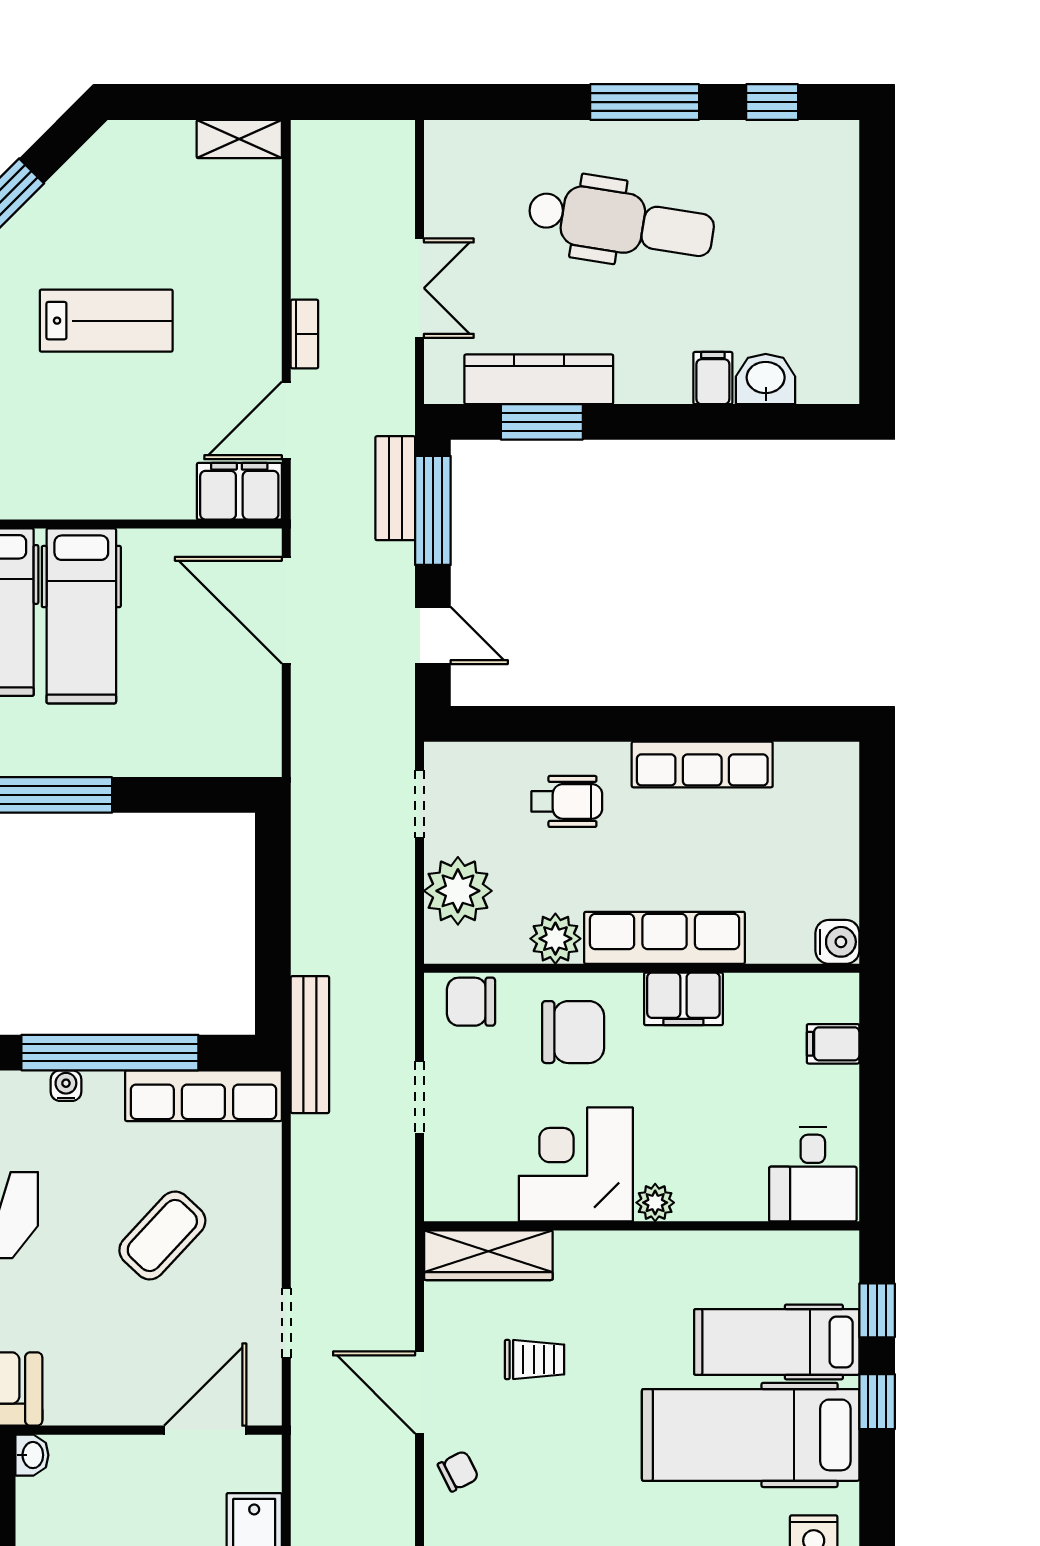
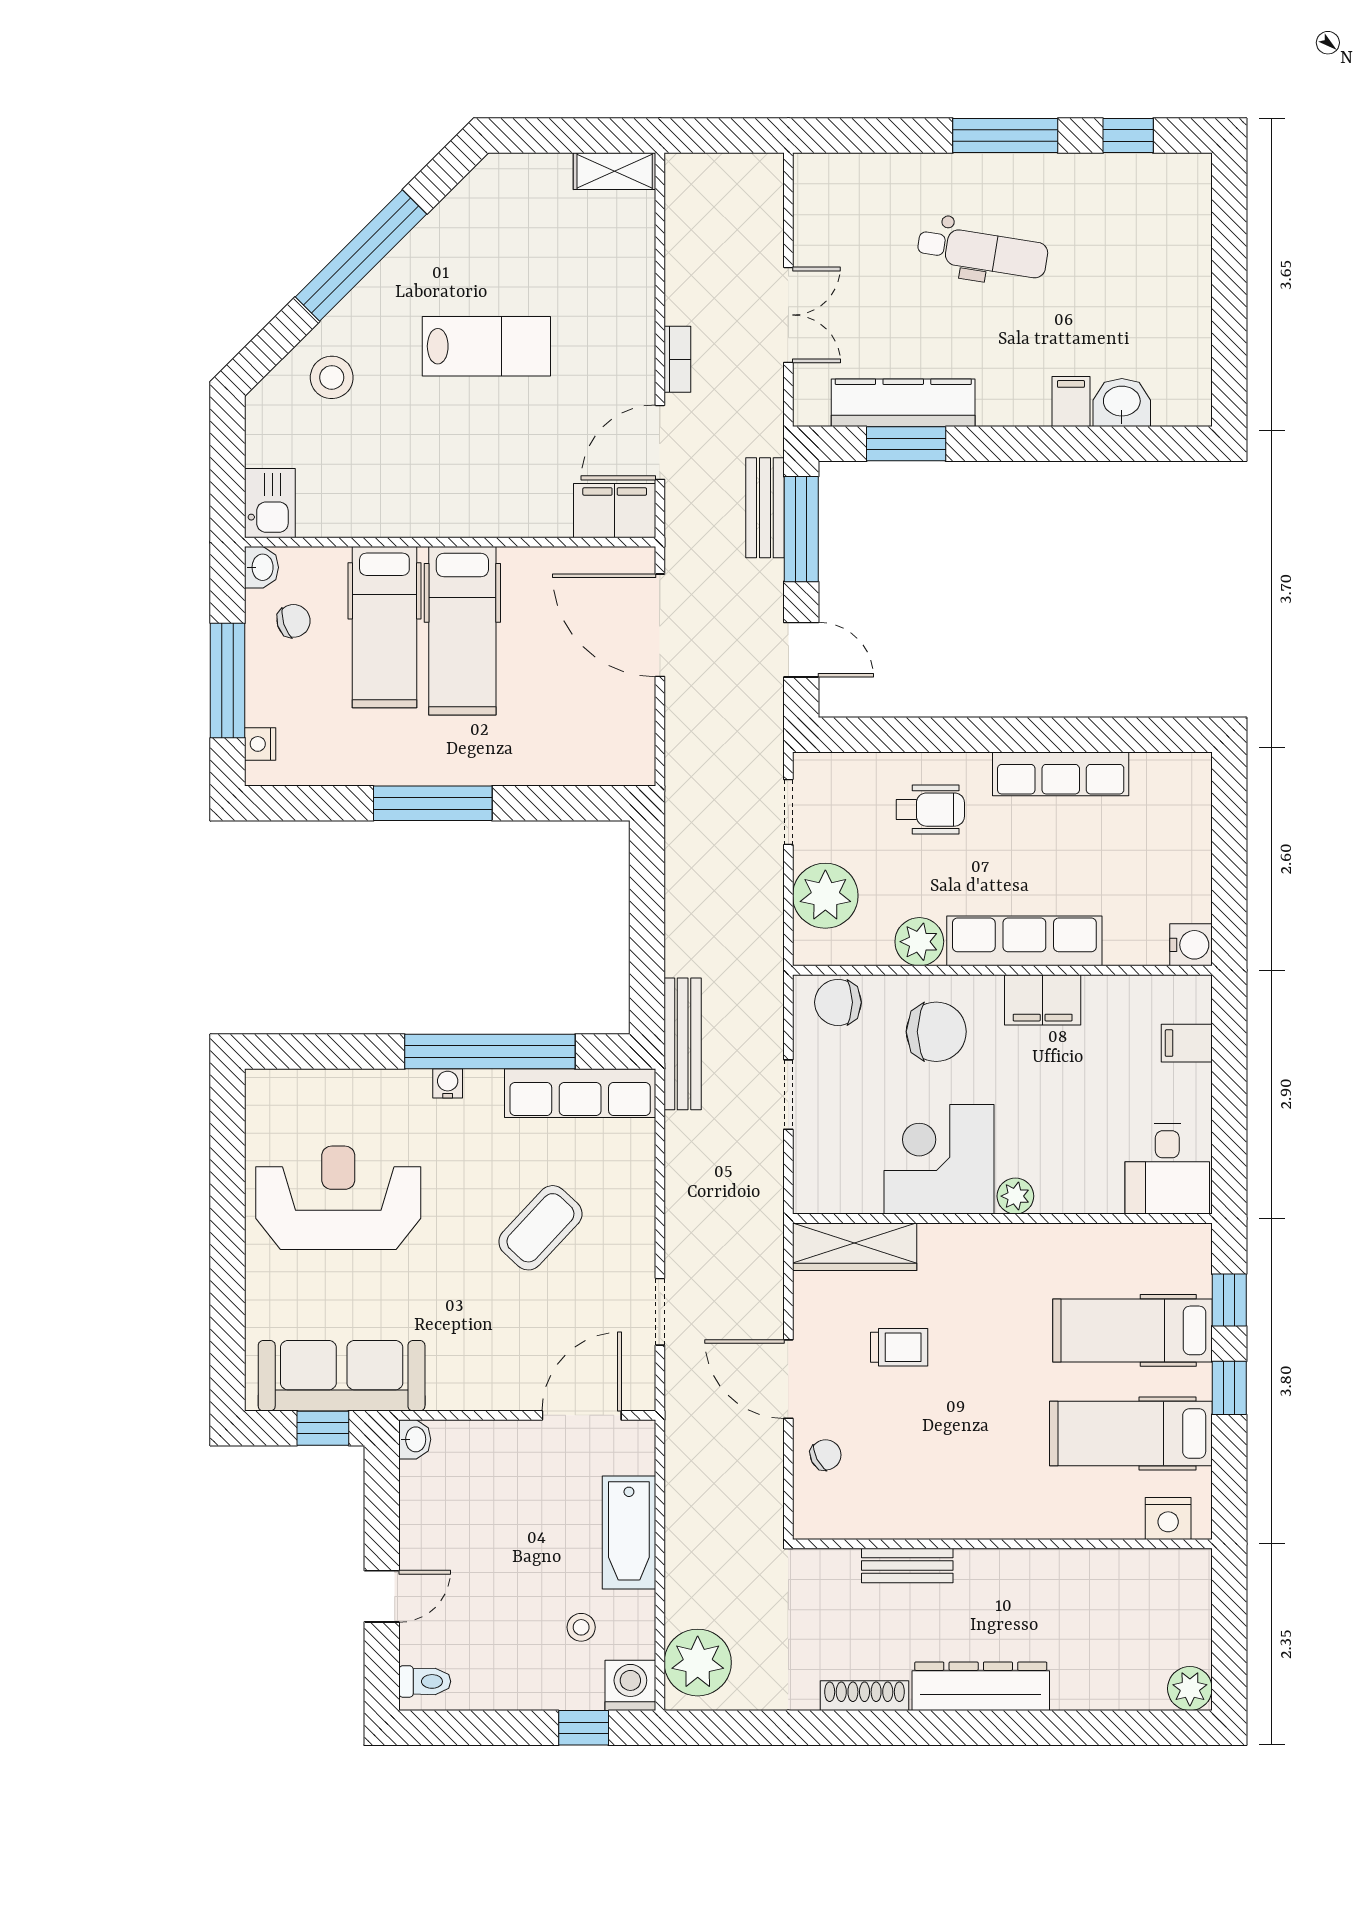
dental chair: (621, 222) -> (983, 252), width x0.73, depth x0.72
hospital bed: (751, 1435) -> (1131, 1434), width x0.73, depth x0.78

